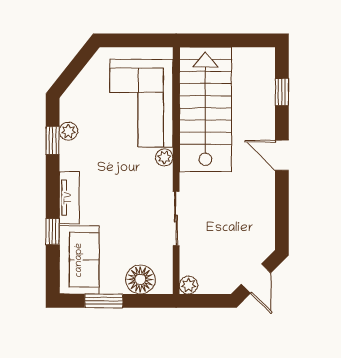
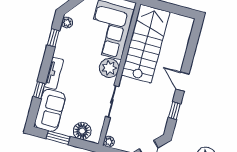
window: (282, 92) -> (175, 111), moved
plant: (68, 131) -> (67, 23), moved
plant: (164, 158) -> (109, 68), width x1.87, depth x1.87

